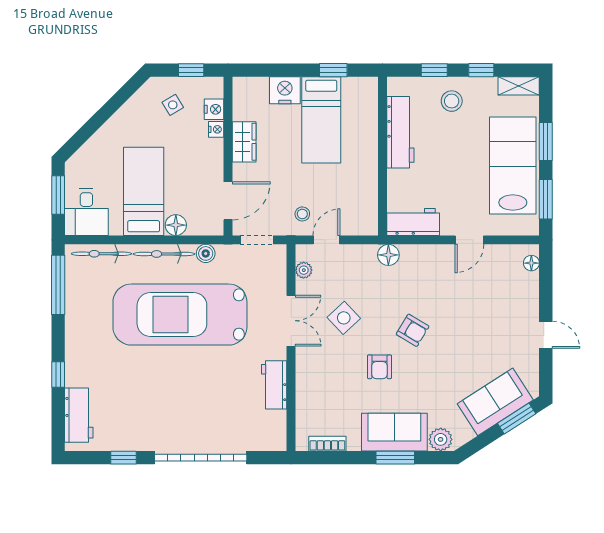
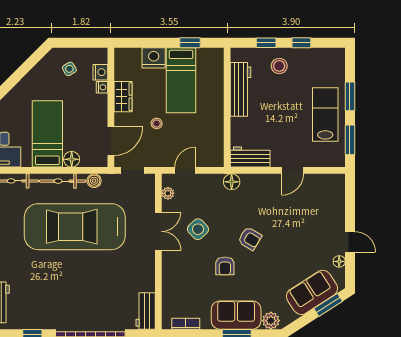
window: (191, 70) -> (83, 43), removed
shelving: (519, 86) -> (330, 55), removed
lab bench: (513, 166) -> (325, 115), width x0.73, depth x0.72
stool: (302, 214) -> (157, 123), moved
floor lamp: (531, 263) -> (339, 261), moved
workbench: (274, 385) -> (146, 311), moved

